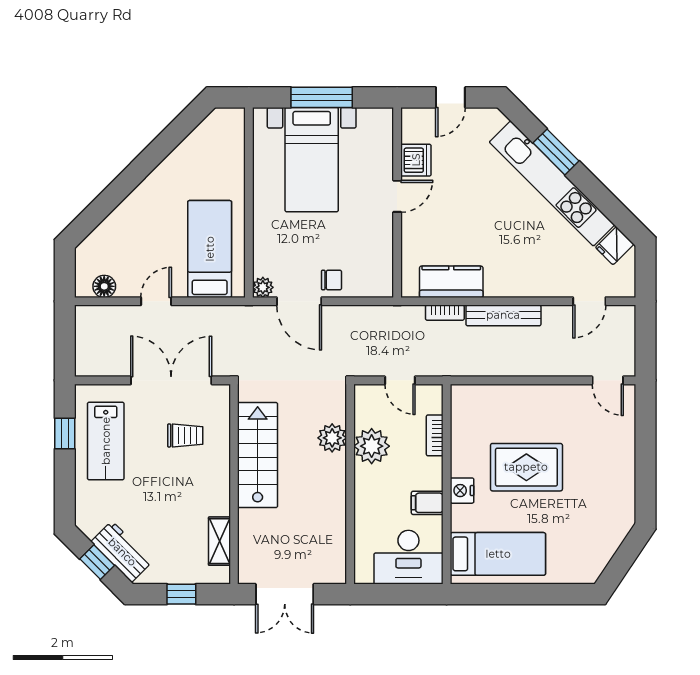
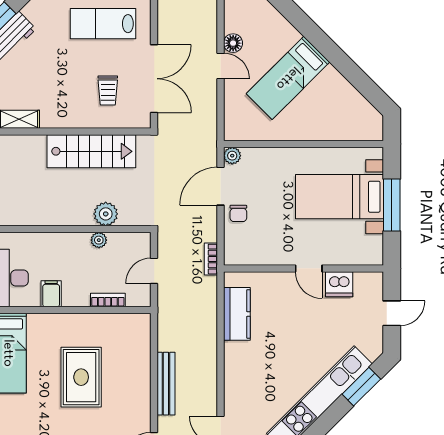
door: (450, 97) -> (392, 313), swing flipped
window: (556, 152) -> (361, 387), moved
bed: (210, 249) -> (288, 78), moved, turned 135
floor lamp: (104, 286) -> (233, 43), moved
bookcase: (445, 313) -> (211, 259), moved
bench: (503, 315) -> (166, 384), moved
plant: (372, 446) -> (99, 240), width x0.53, depth x0.53
nightstand: (462, 491) -> (61, 323), removed

